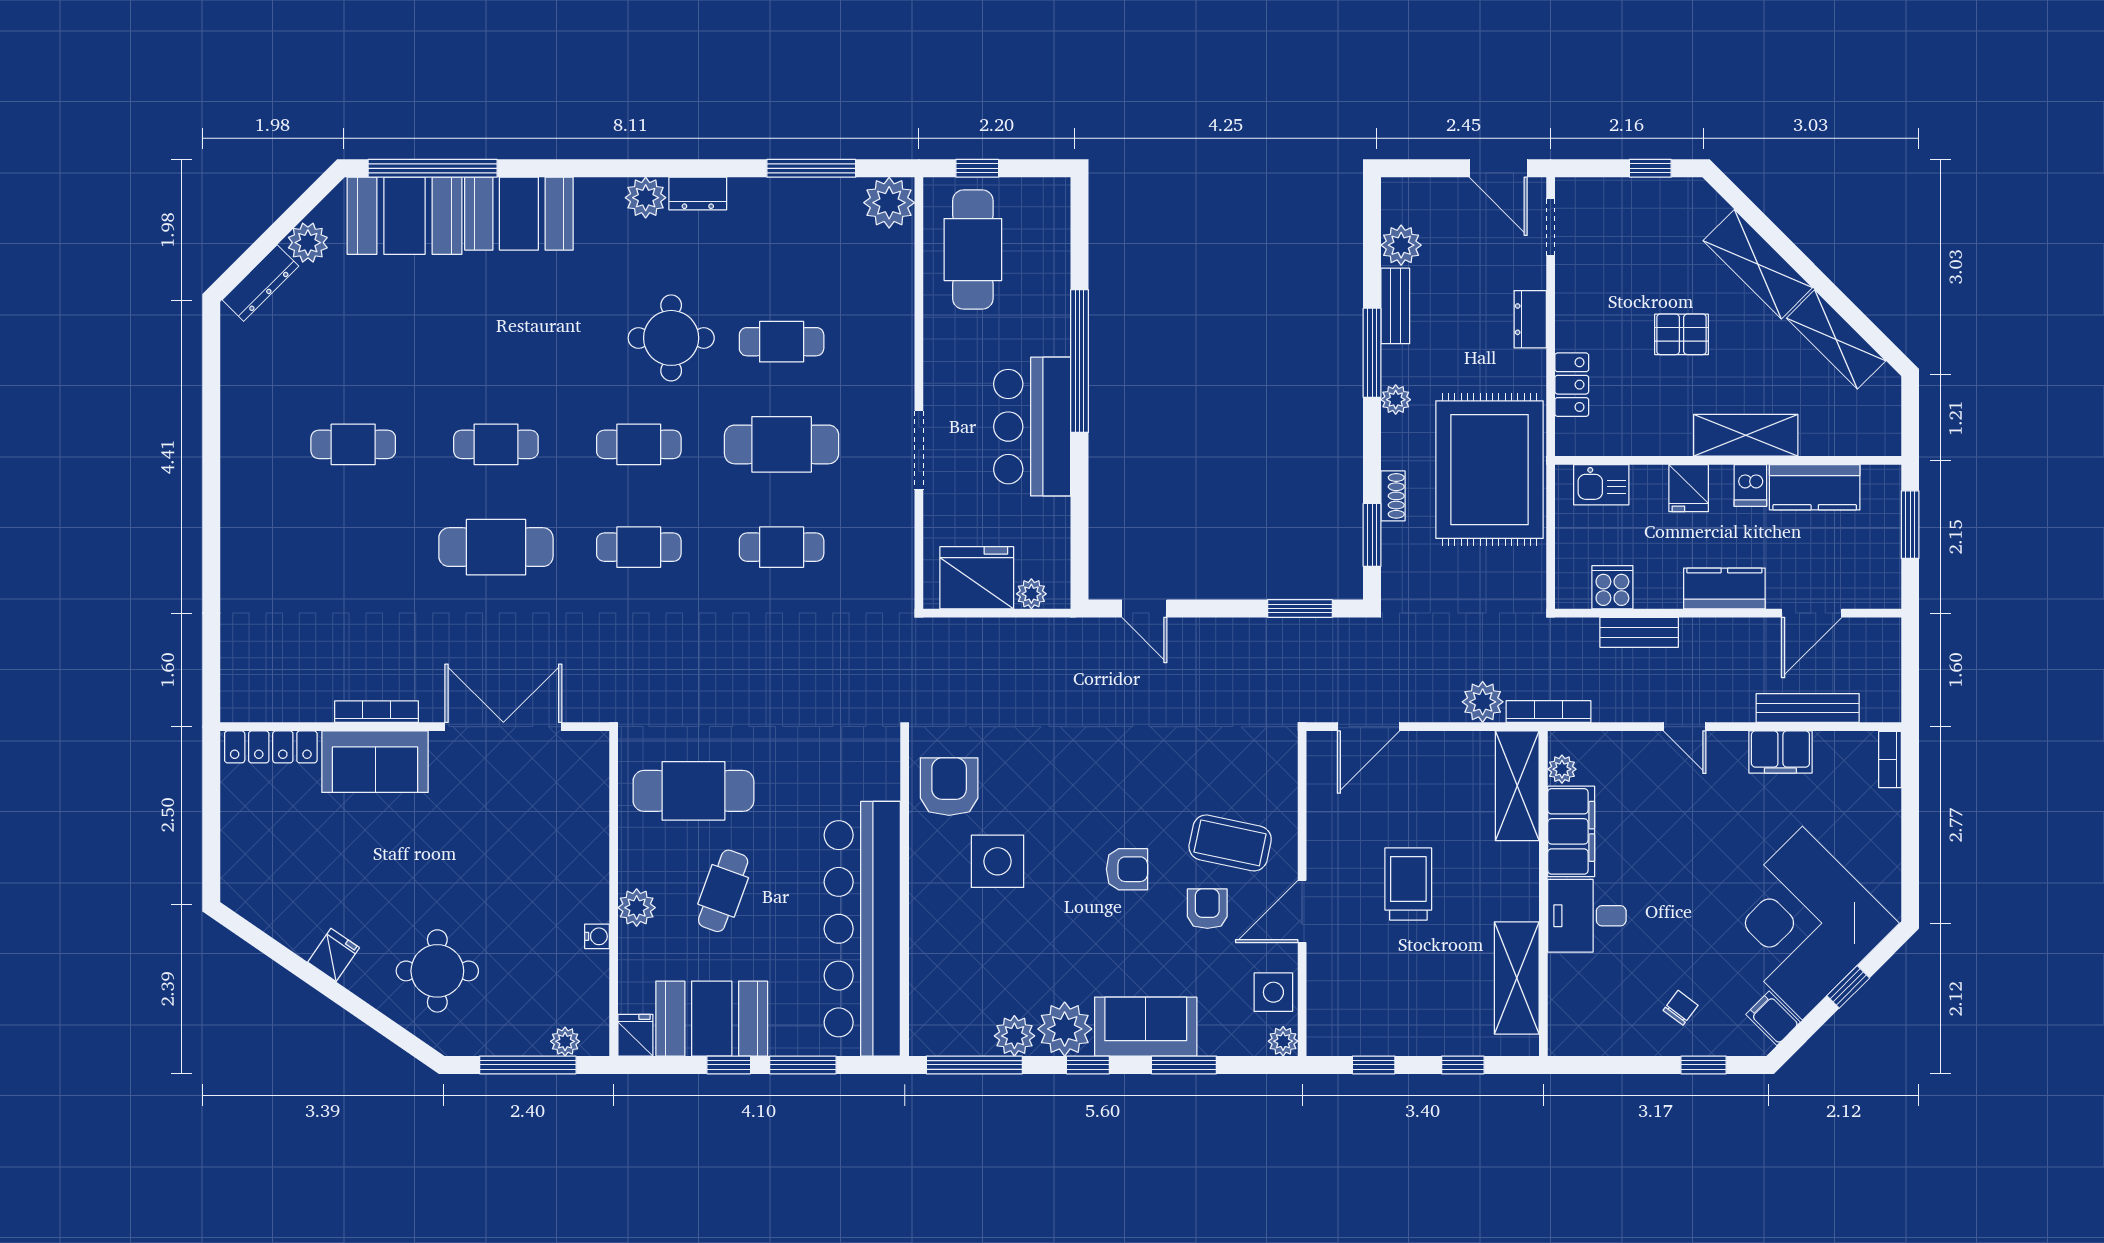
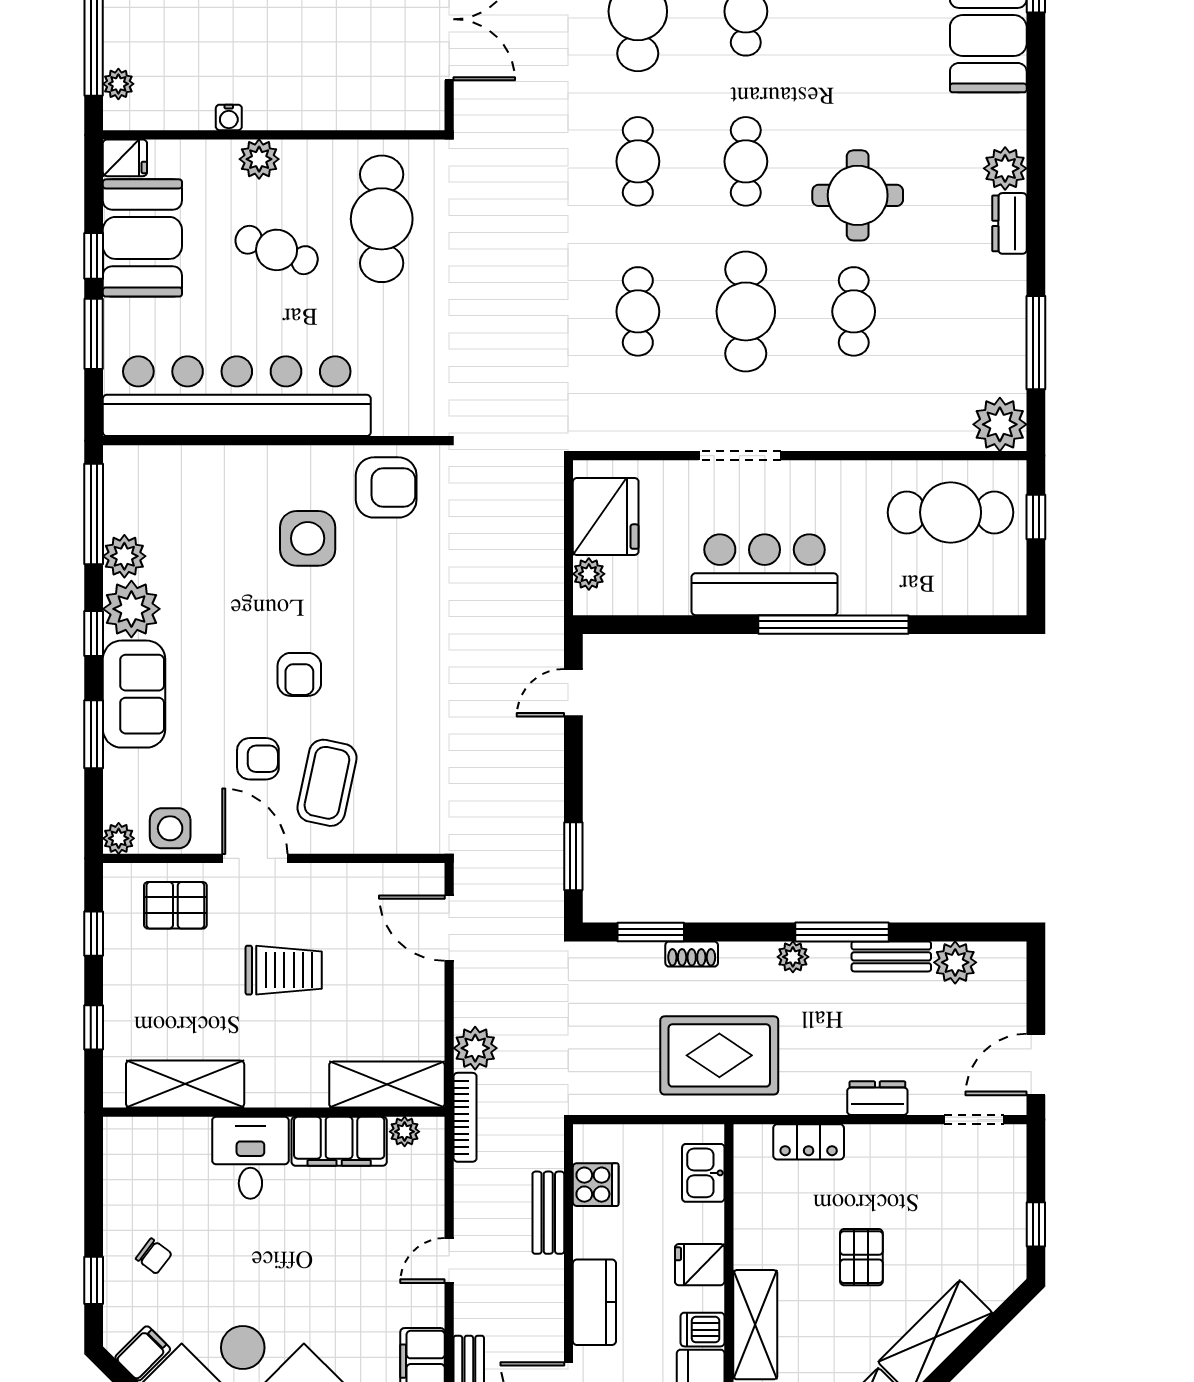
rug: (1490, 470) -> (719, 1055), width x0.73, depth x0.69
pallet: (1347, 987) -> (175, 905), added

